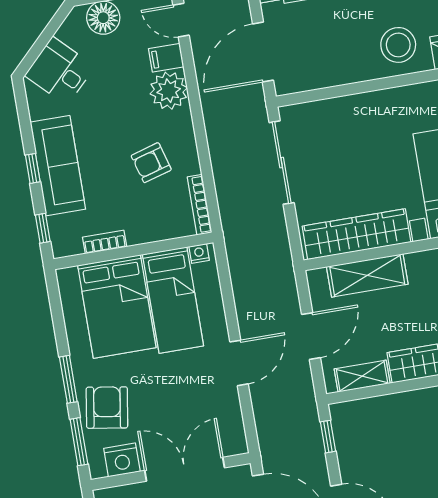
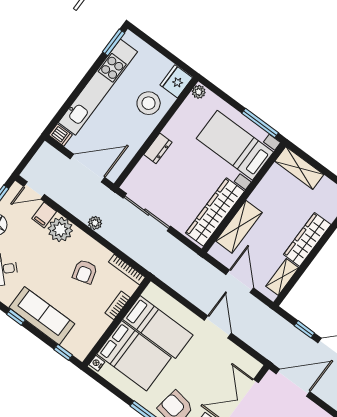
door: (263, 52) -> (88, 168), swing flipped
dresser: (361, 104) -> (158, 148), added
plant: (214, 120) -> (95, 223), added
window: (33, 168) -> (16, 317), moved
bookcase: (105, 242) -> (118, 305), moved
nightstand: (199, 253) -> (97, 363), moved
window: (328, 437) -> (304, 329), moved

